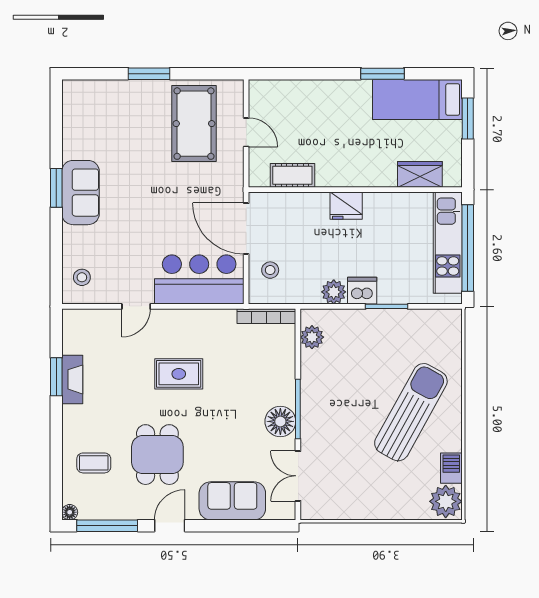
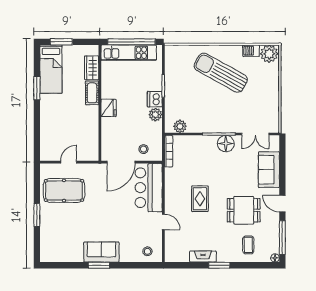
cot: (292, 175) -> (92, 93), moved
window: (56, 377) -> (219, 265), moved

